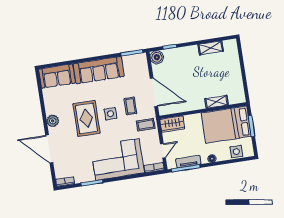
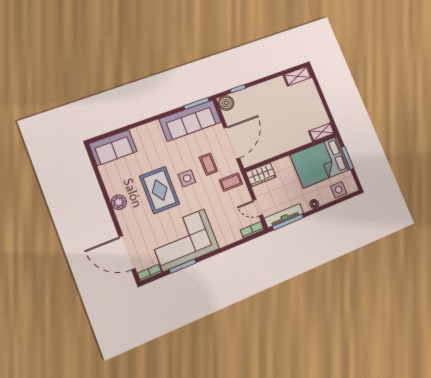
shelving: (211, 48) -> (298, 76), moved
sofa: (99, 70) -> (190, 120), moved
door: (154, 92) -> (232, 143), hinge flipped
shelving: (217, 102) -> (322, 132), moved
door: (49, 149) -> (127, 253), moved
door: (163, 151) -> (258, 208), swing flipped
corner sofa: (118, 159) -> (184, 240), moved
tv unit: (188, 162) -> (284, 216), width x1.41

